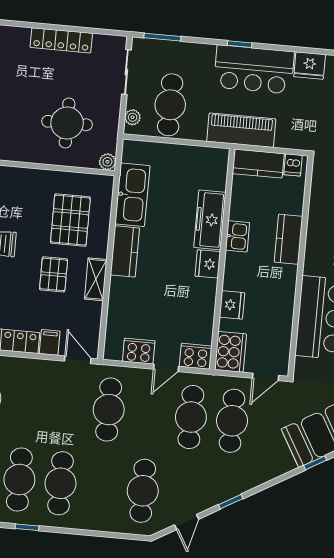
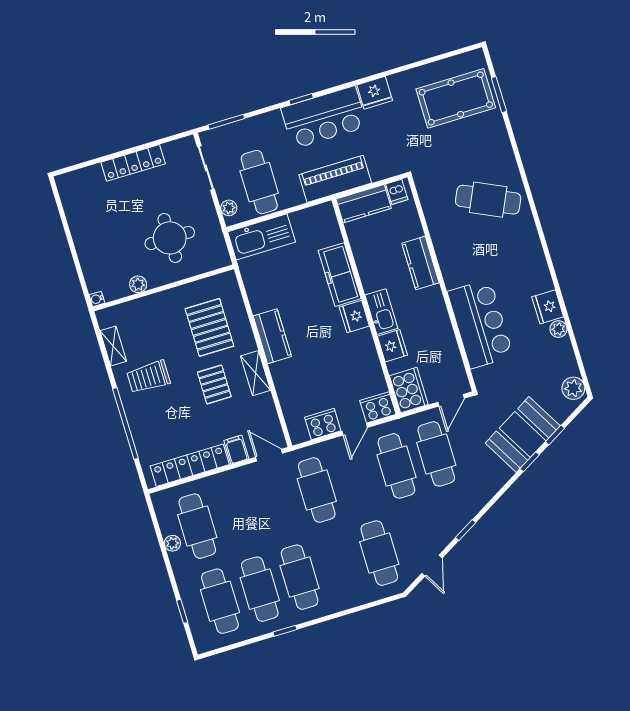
plant: (107, 162) -> (138, 284), moved
kitchen sink: (132, 195) -> (262, 237), moved, turned 90
kitchen sink: (237, 236) -> (381, 312), moved, width x1.38

